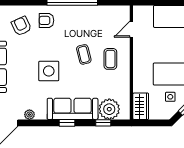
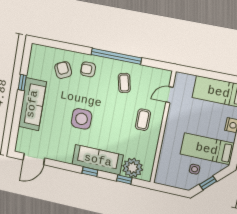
coffee table: (84, 54) -> (124, 83), moved
wardrobe: (141, 106) -> (164, 172), removed
plant: (29, 115) -> (56, 156), removed

